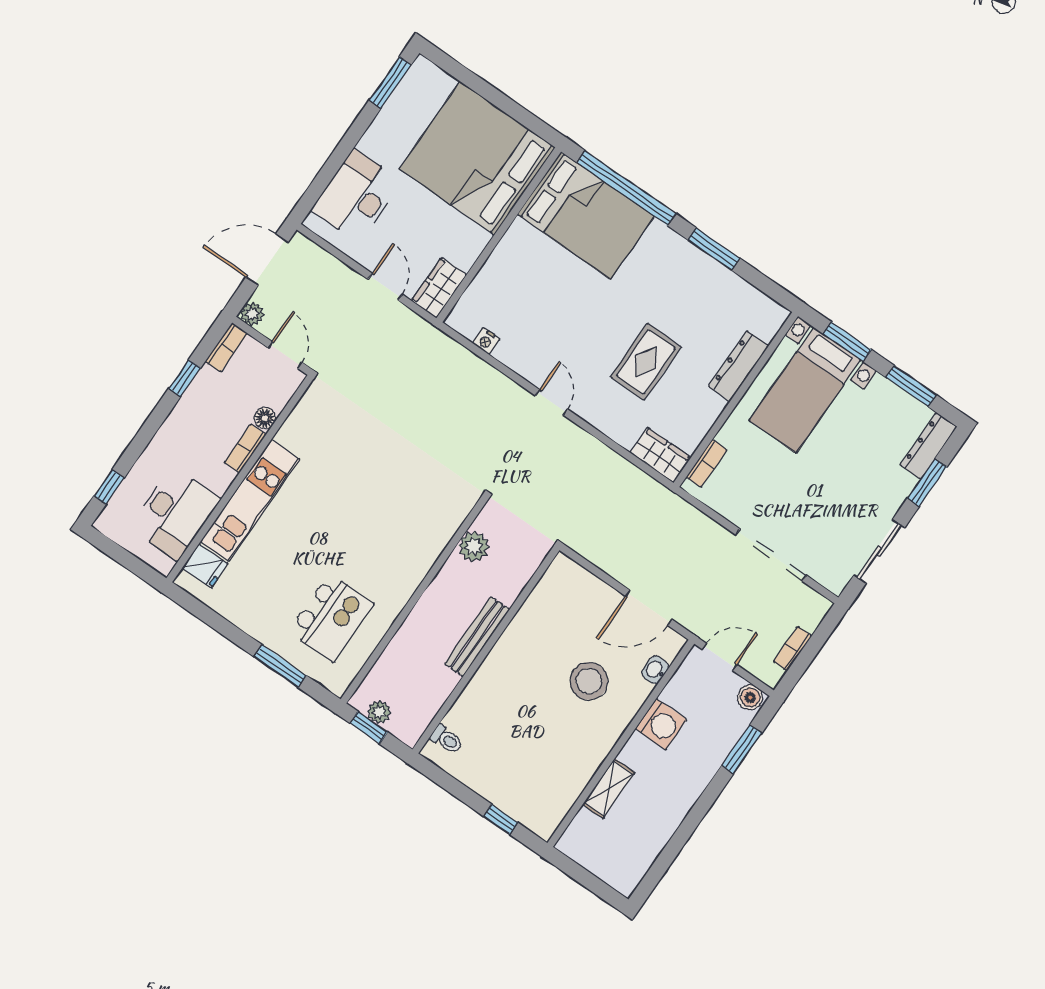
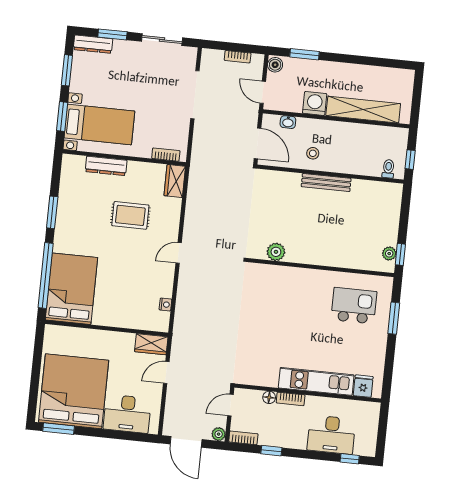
bed: (477, 158) -> (74, 391), moved, turned 180
desk: (175, 513) -> (331, 435), moved, turned 180
bench: (477, 637) -> (326, 182), moved
wall: (486, 650) -> (330, 174), moved
stool: (589, 681) -> (313, 153), width x0.53, depth x0.53
toilet: (447, 739) -> (388, 169), moved
shelving: (609, 788) -> (363, 110), width x2.20, depth x1.33

